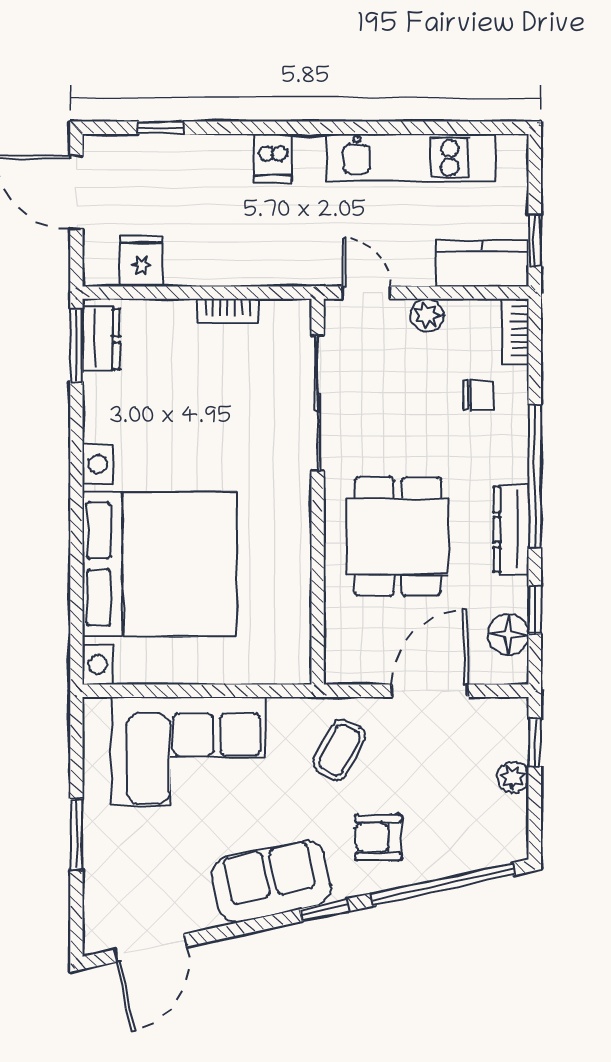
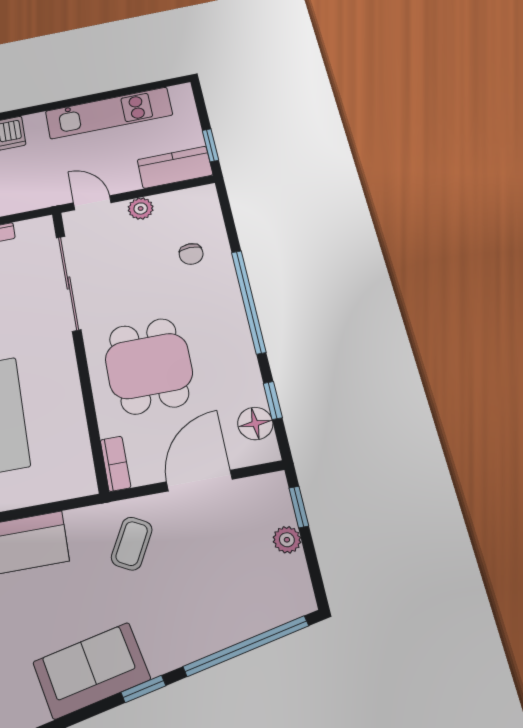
bookcase: (516, 331) -> (115, 464), moved, turned 180
chair: (478, 395) -> (191, 254), turned 90
dresser: (511, 530) -> (239, 344), removed
armchair: (378, 837) -> (180, 614), removed

